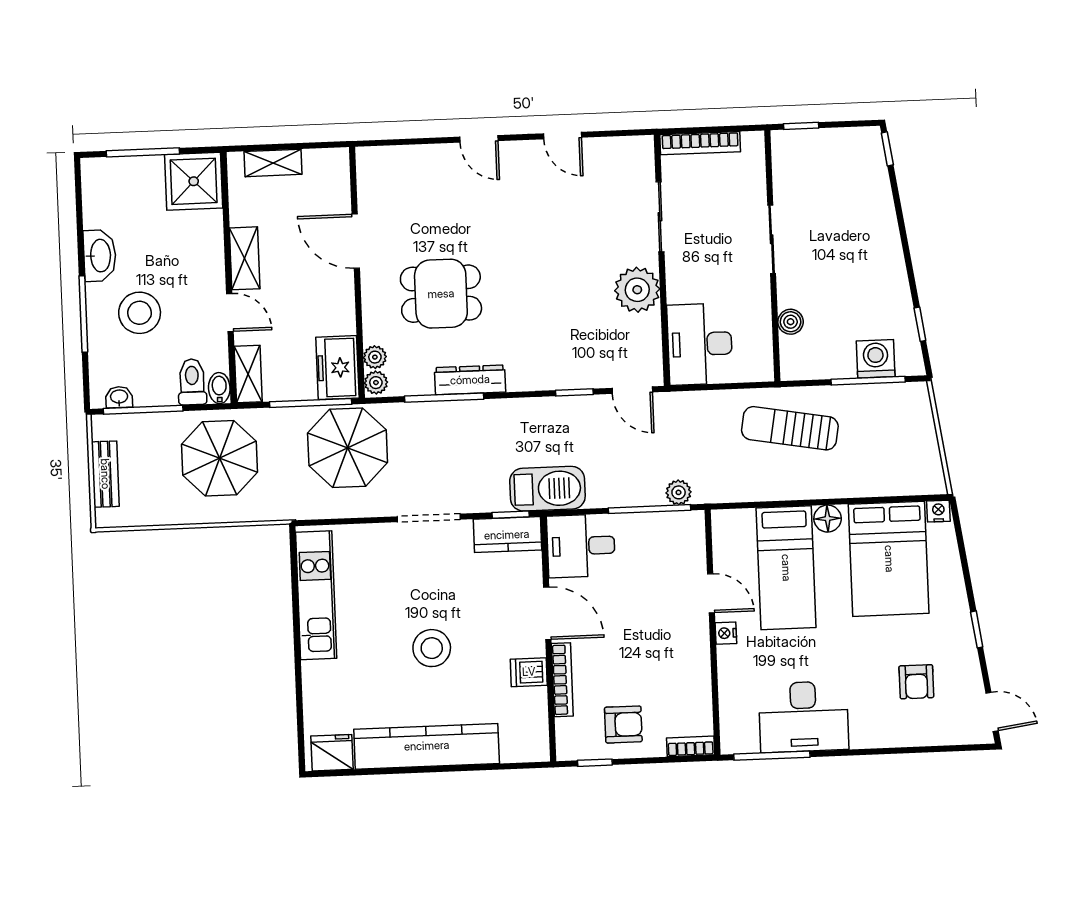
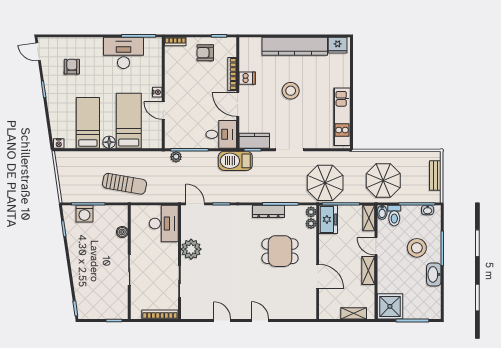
bed: (889, 559) -> (88, 123), width x0.67

